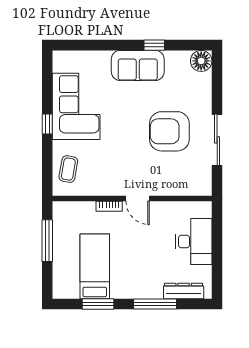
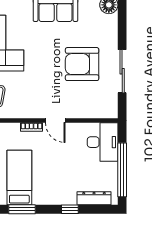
desk: (194, 241) -> (103, 142), moved
window: (217, 257) -> (122, 170), added
window: (155, 304) -> (70, 209), width x0.46

